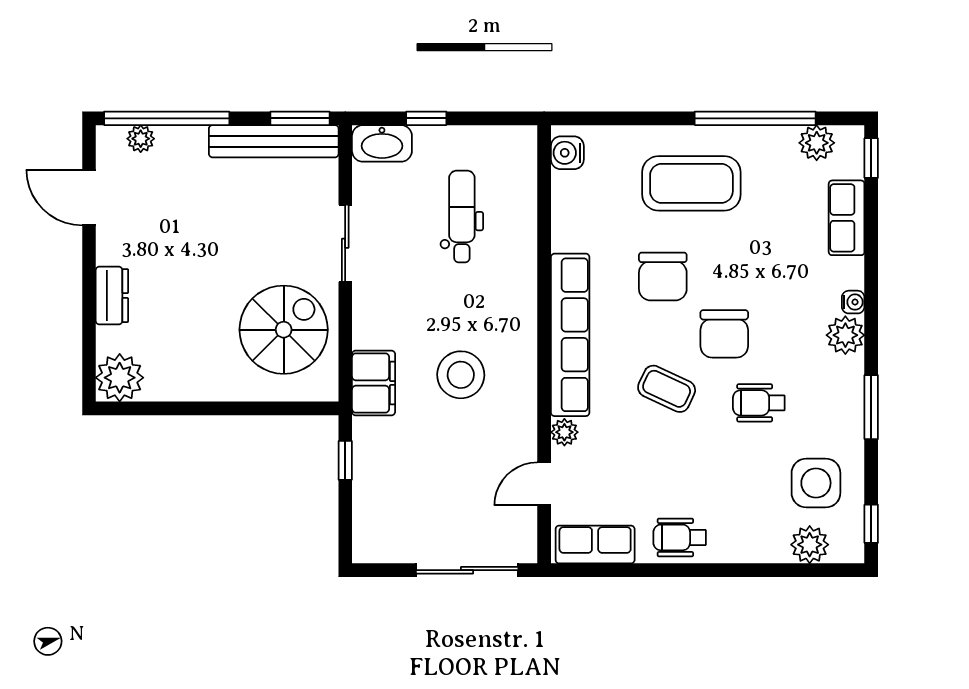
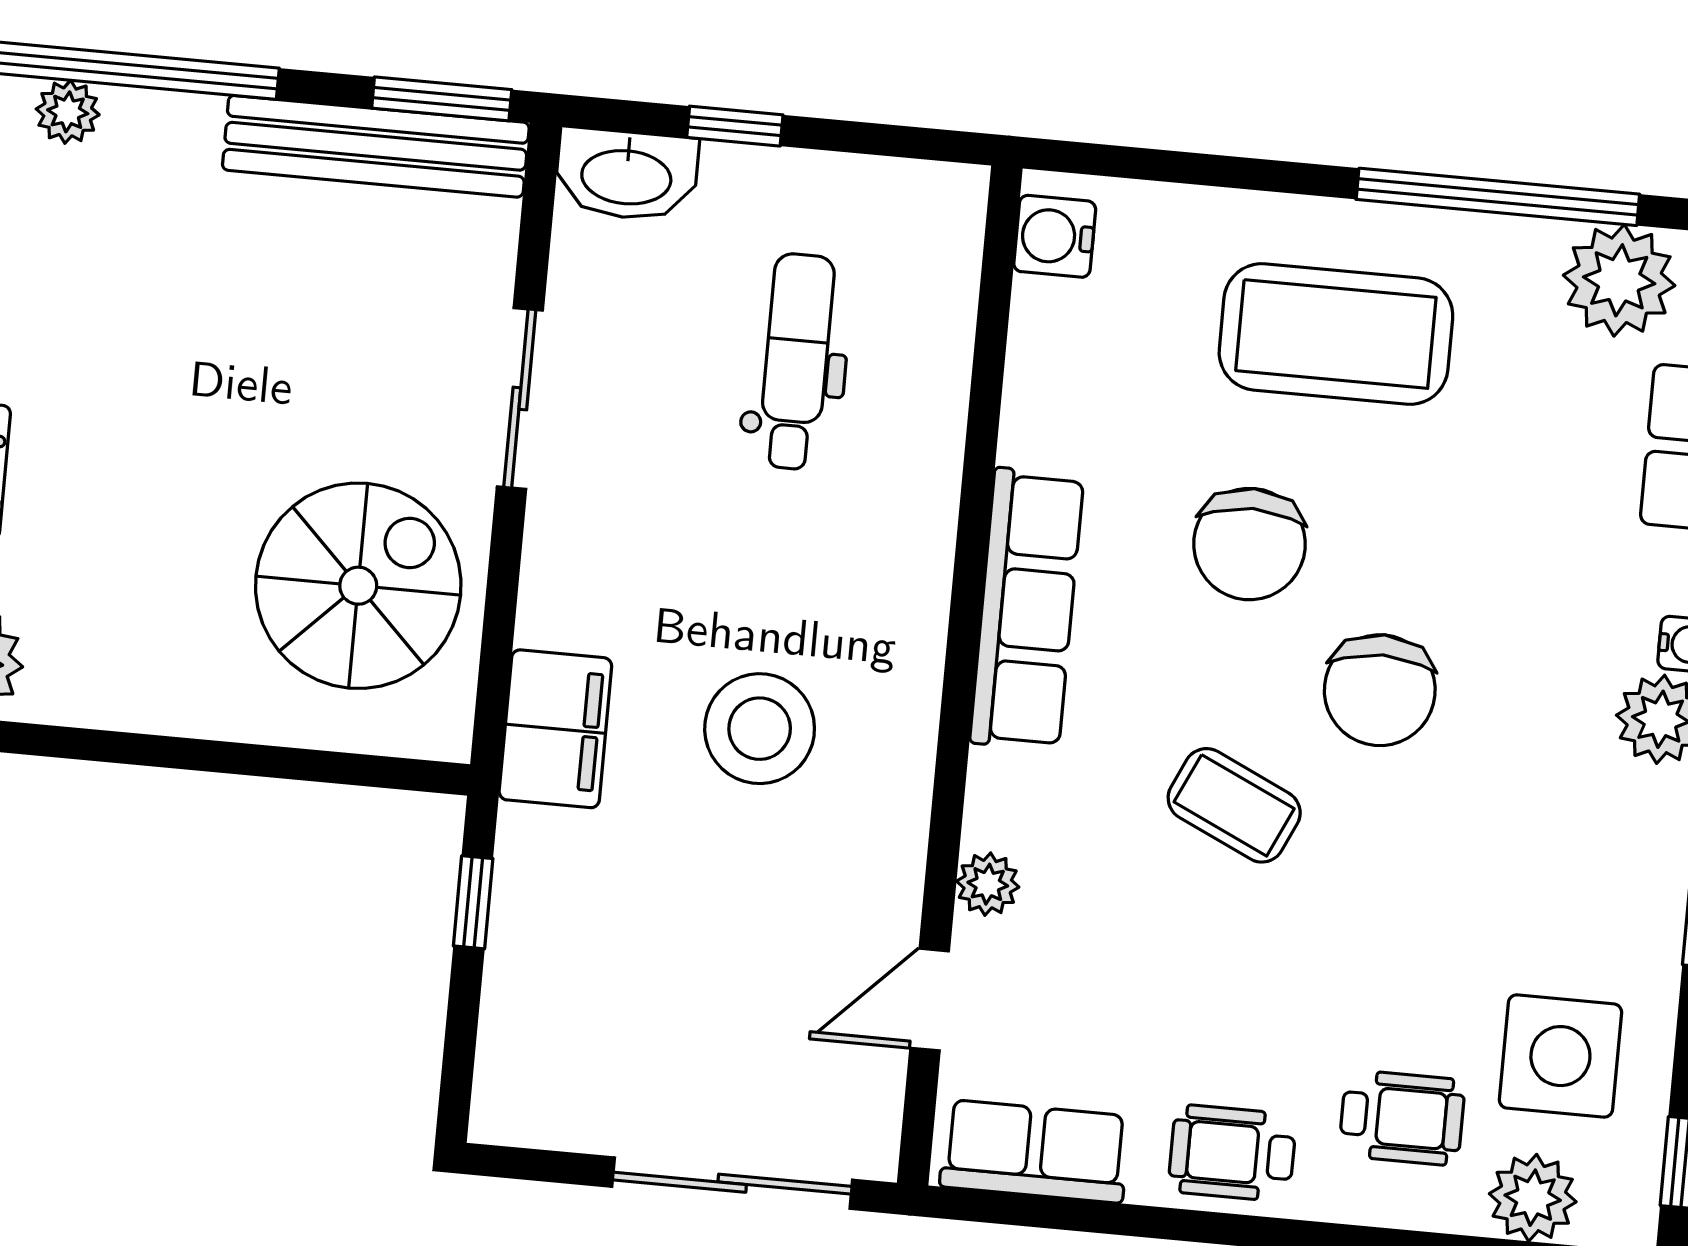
plant: (817, 143) -> (1619, 280), width x1.36, depth x1.36
row of seats: (570, 335) -> (1027, 609), width x0.73
wheelchair: (759, 403) -> (1402, 1118), moved, turned 180

